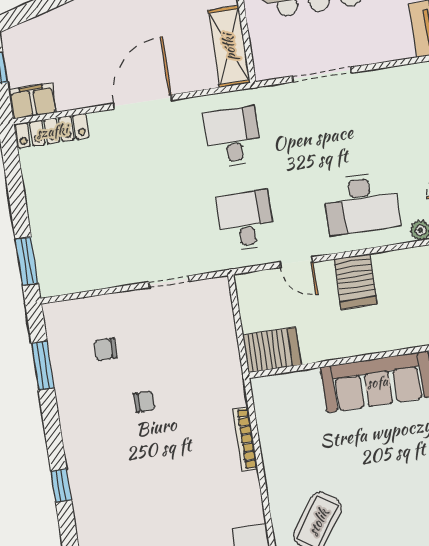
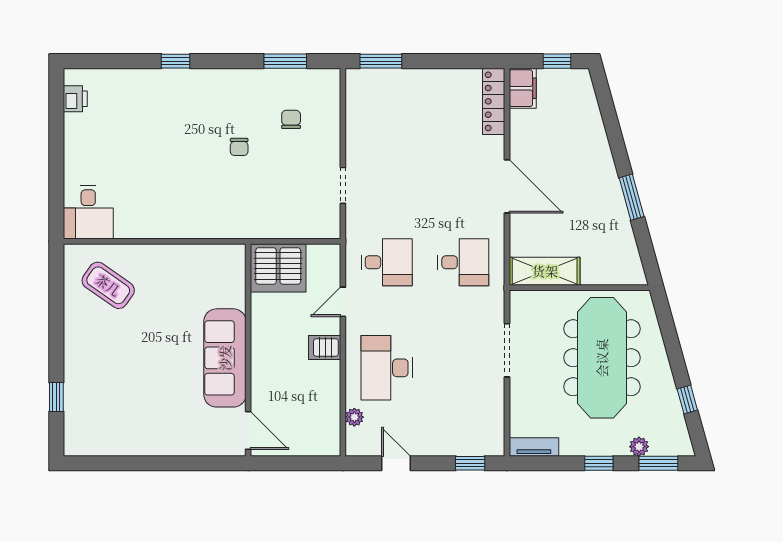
server rack: (355, 281) -> (325, 348), width x0.73, depth x0.70
server rack: (272, 350) -> (278, 268), width x1.60
bookcase: (245, 439) -> (192, 232), removed

